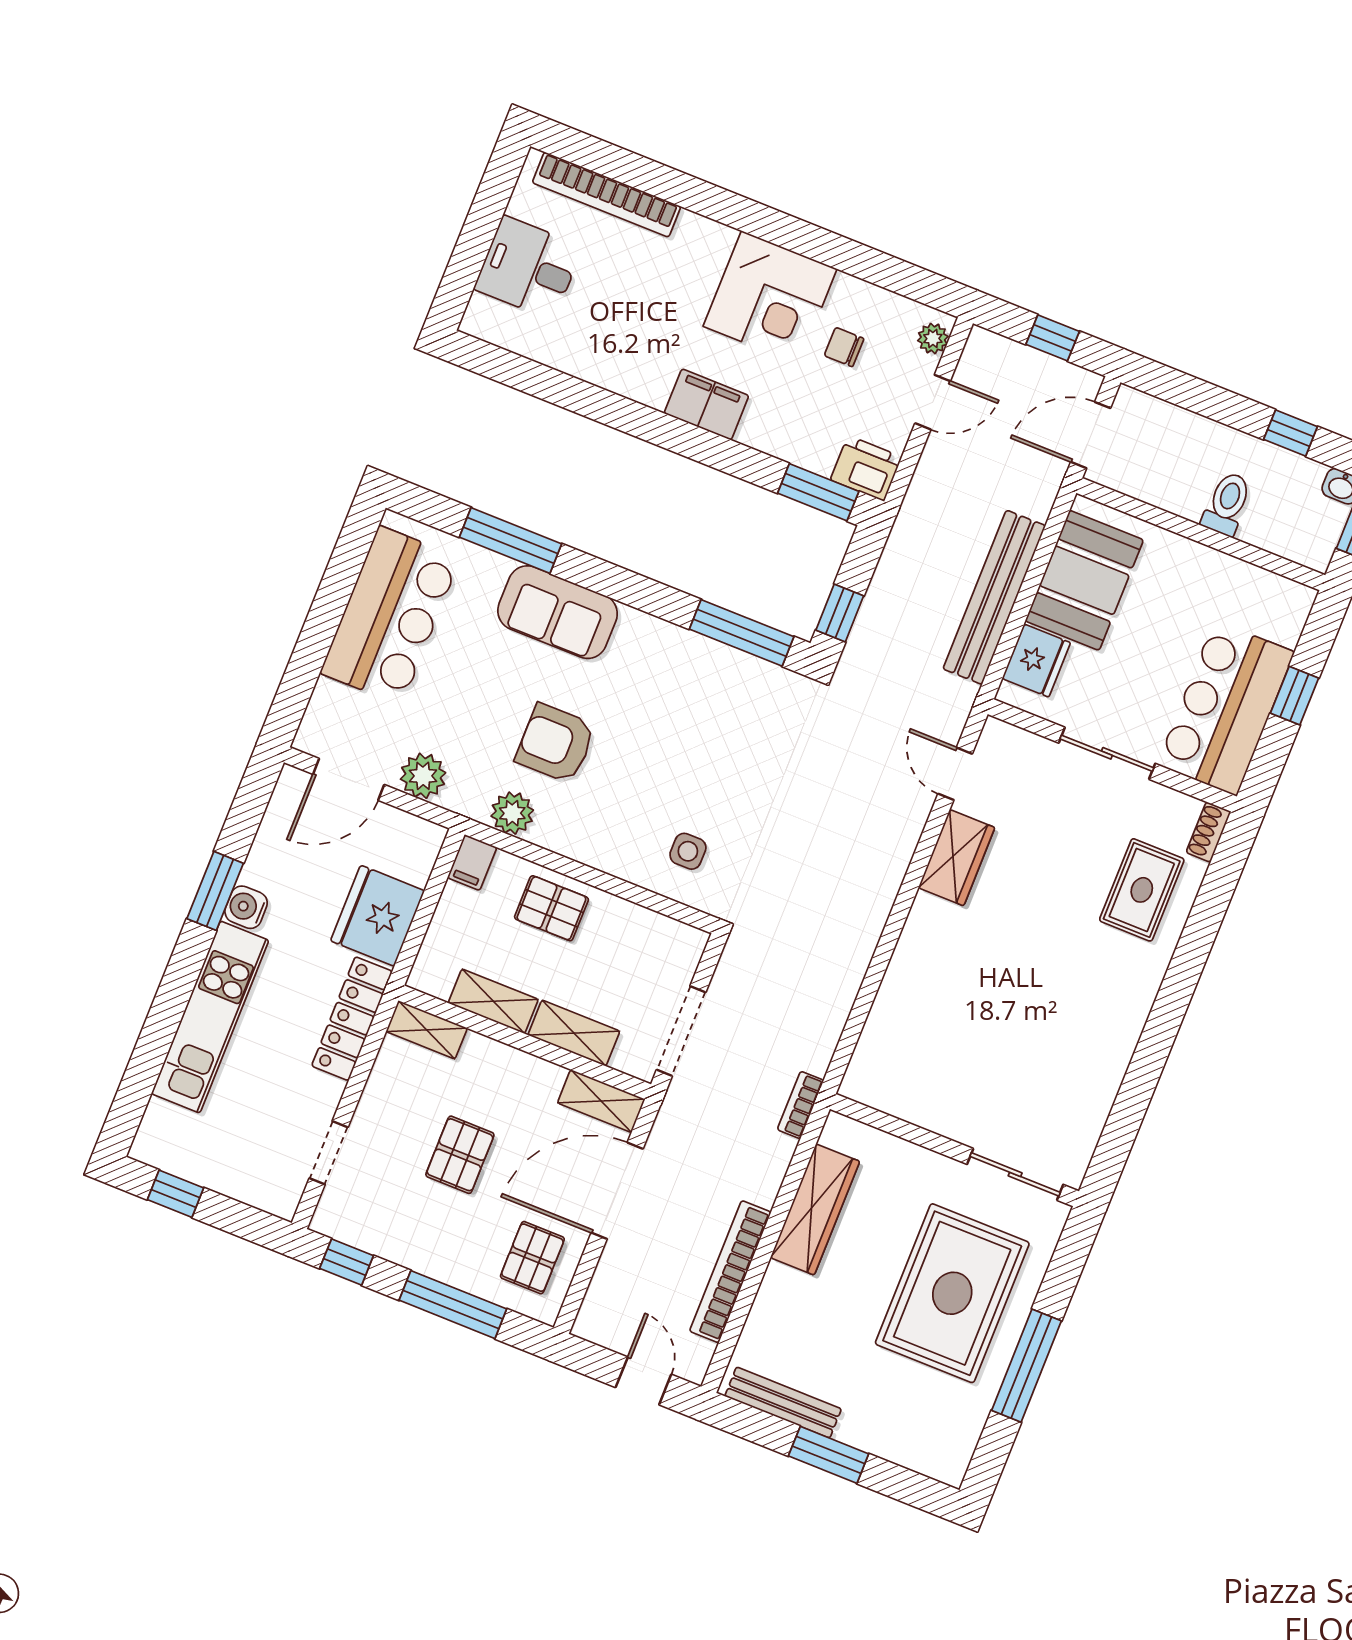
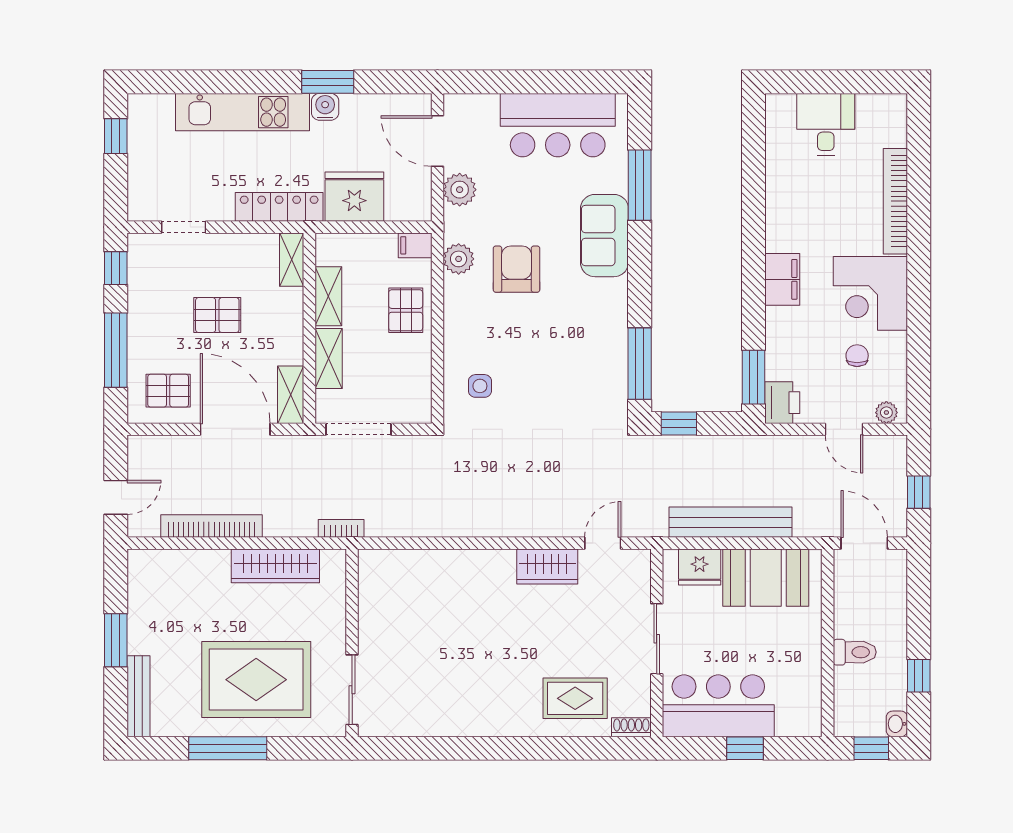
bookcase: (607, 195) -> (895, 201), moved
bench: (783, 1402) -> (138, 696), moved

